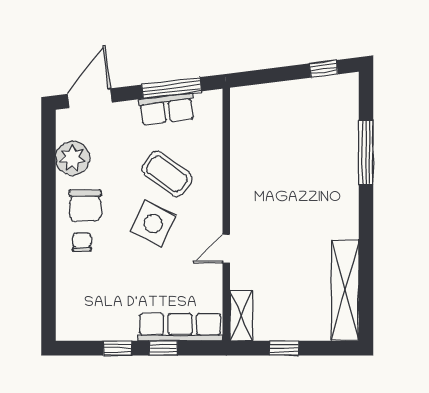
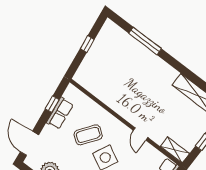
window: (324, 69) -> (87, 44), moved
window: (172, 88) -> (52, 104), width x0.46

